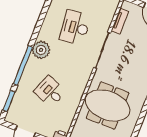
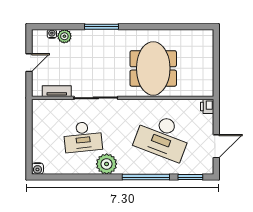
plant: (41, 50) -> (107, 164), moved
desk: (50, 91) -> (163, 137), width x1.87, depth x1.30

